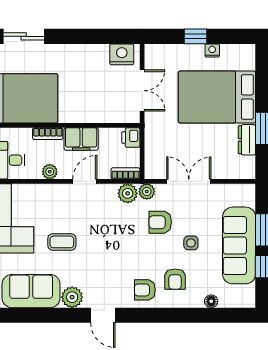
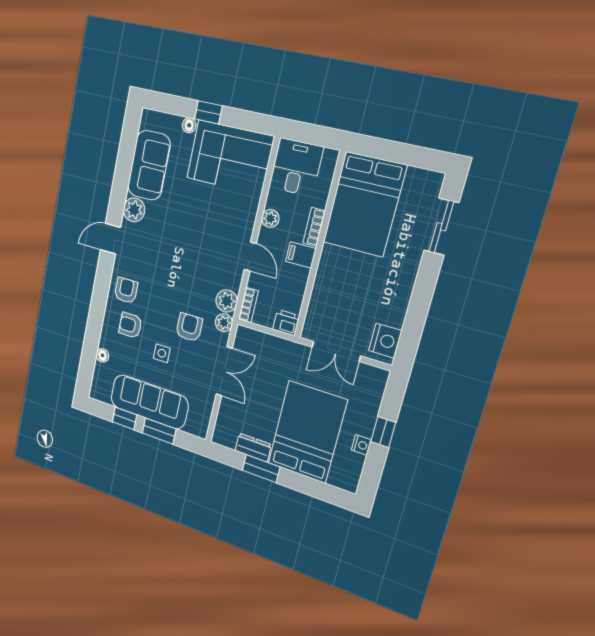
filing cabinet: (81, 139) -> (301, 255), width x0.50
coffee table: (62, 242) -> (192, 213), removed

